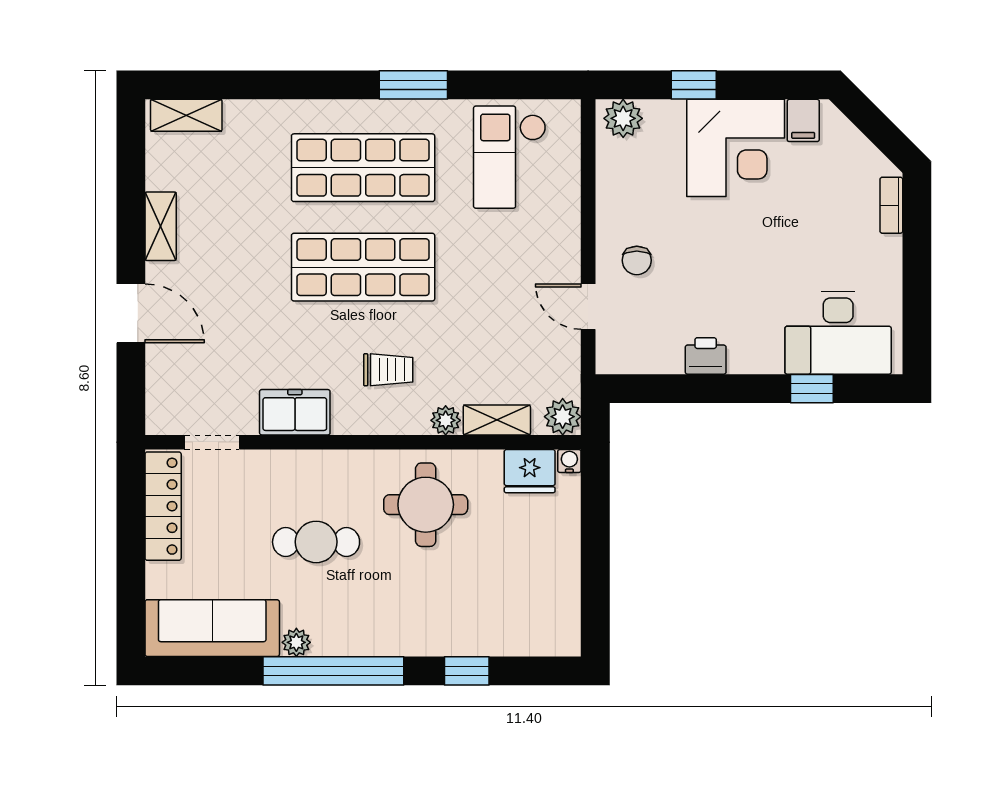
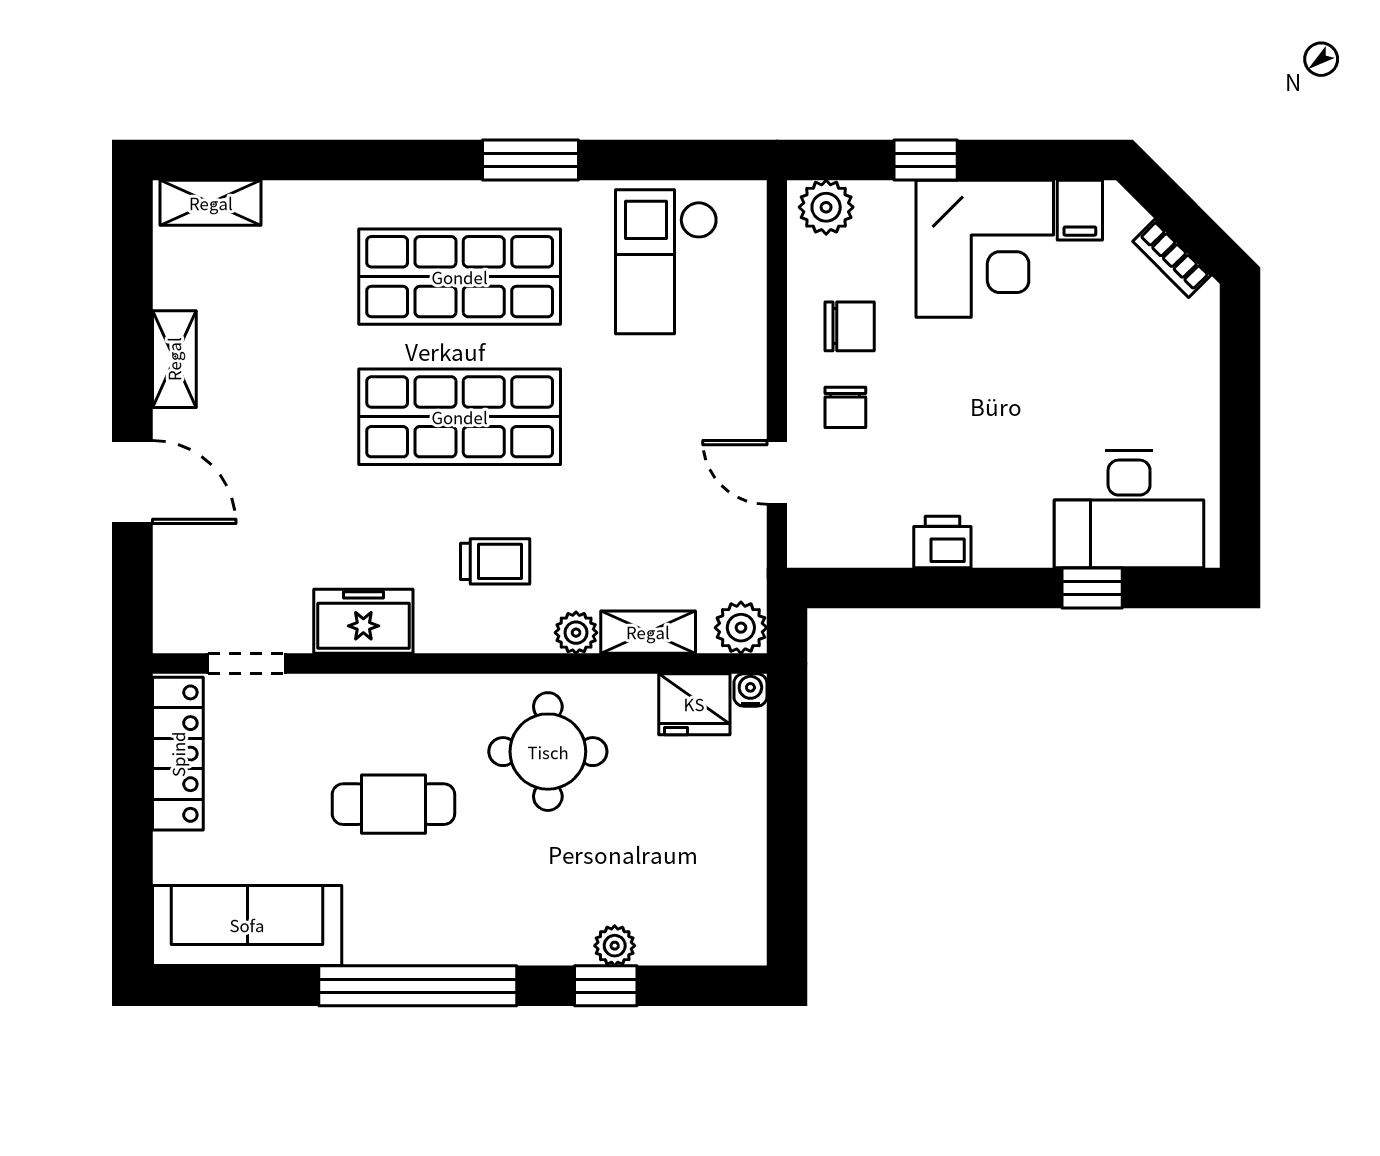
chair: (640, 203) -> (850, 326), added
bookcase: (891, 205) -> (1172, 258), moved, turned -45
plant: (296, 642) -> (615, 946), moved

